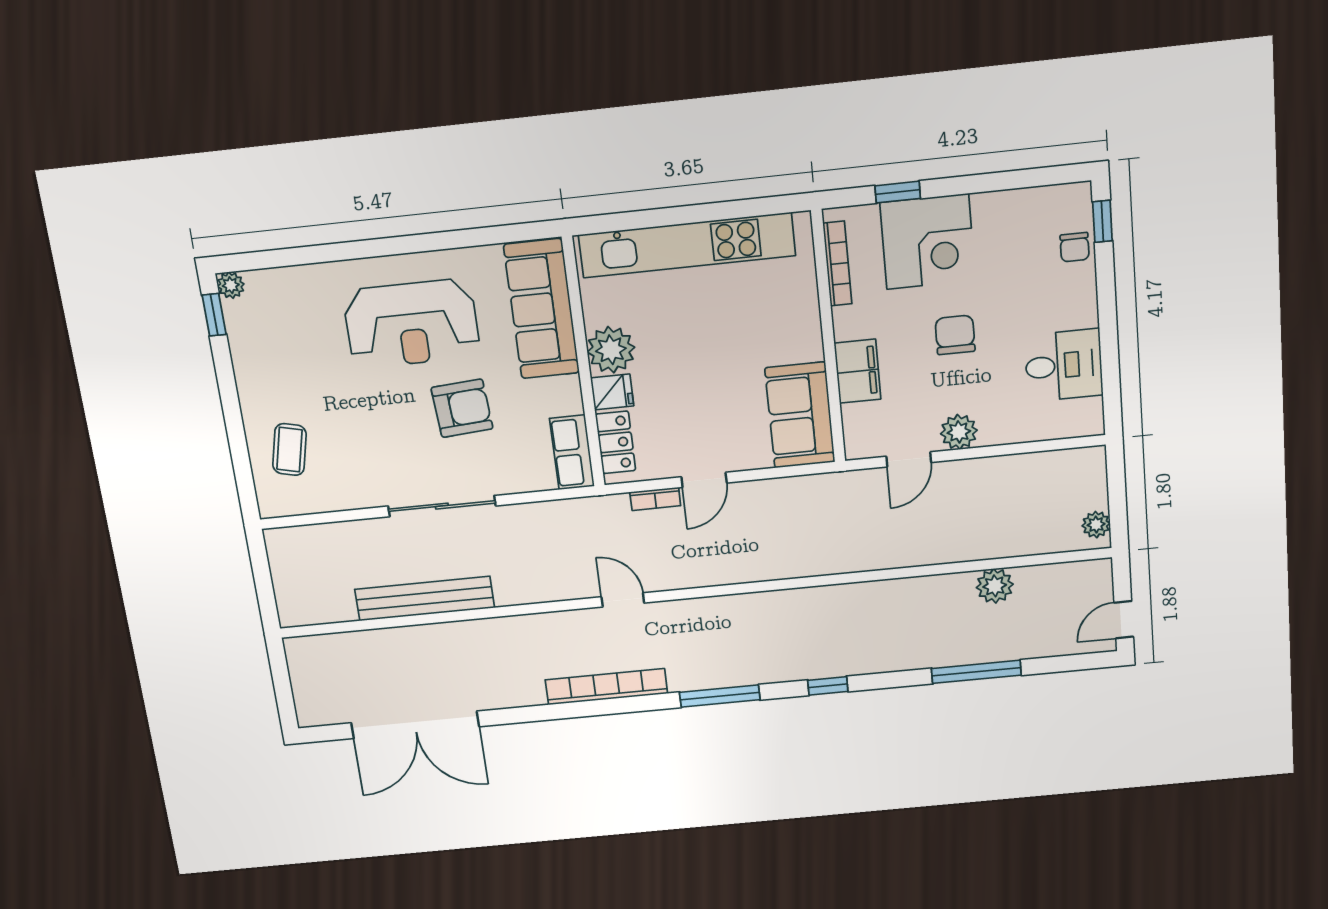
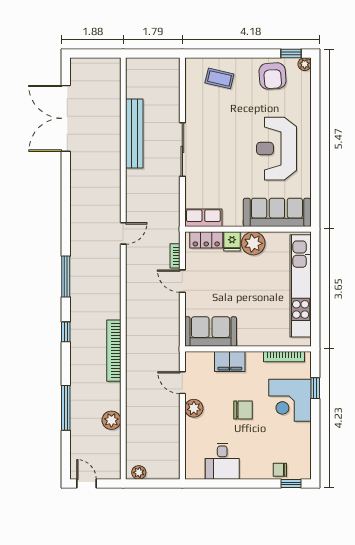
armchair: (462, 408) -> (273, 76), moved
bookcase: (606, 687) -> (114, 351), moved, turned 180

